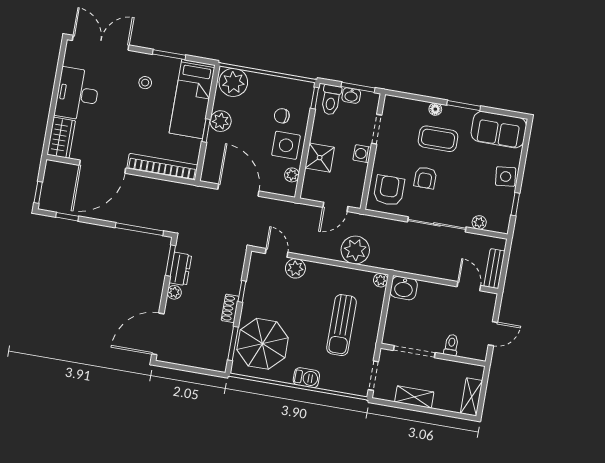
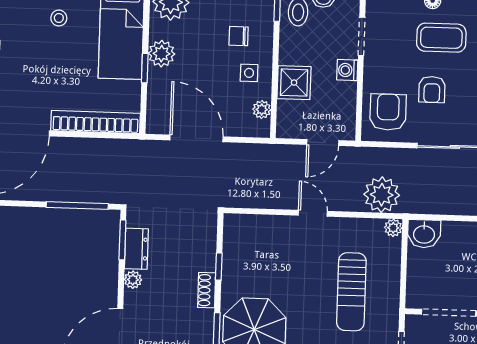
side table: (286, 145) -> (249, 73), width x0.54, depth x0.54
plant: (355, 250) -> (382, 195), moved
door: (277, 253) -> (313, 213), moved
plant: (295, 268) -> (283, 228), removed

